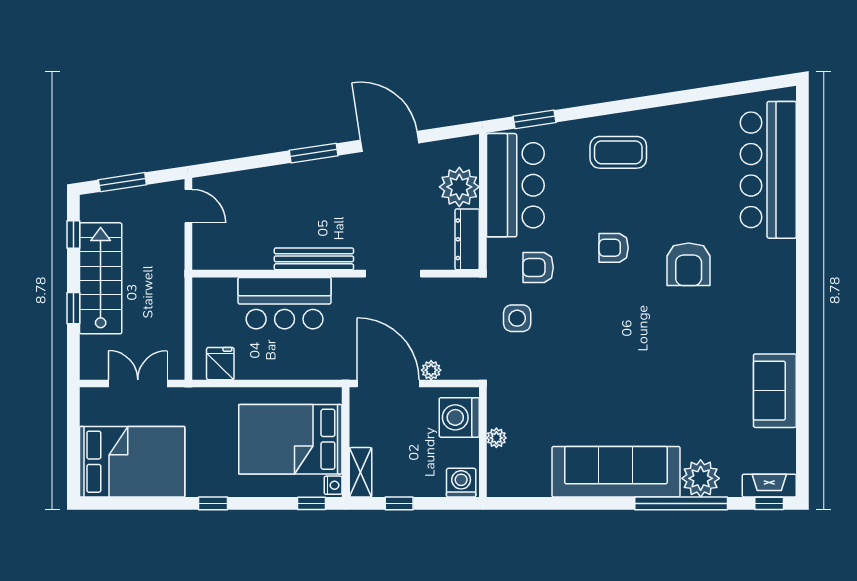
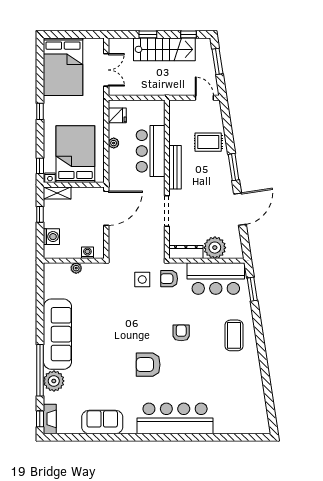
bar counter: (768, 170) -> (175, 418), moved
rug: (268, 199) -> (208, 142), added
door: (188, 206) -> (204, 98), swing flipped
armchair: (689, 264) -> (148, 365), moved
armchair: (538, 268) -> (169, 279), moved, turned -90
plant: (431, 370) -> (114, 143), moved
washing machine: (459, 417) -> (87, 253), width x0.53, depth x0.53
washing machine: (461, 483) -> (51, 237), moved

